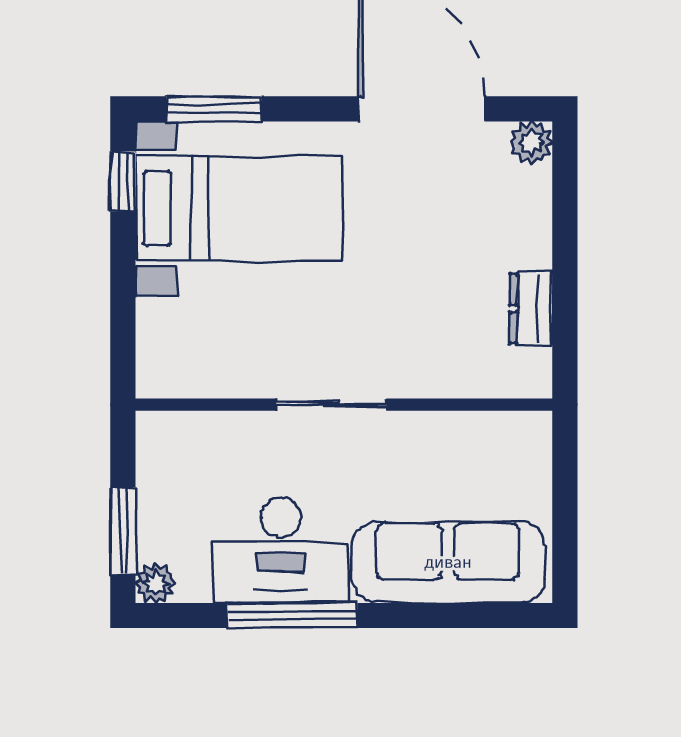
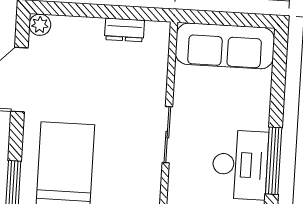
sofa: (448, 562) -> (225, 46), moved, turned -90

